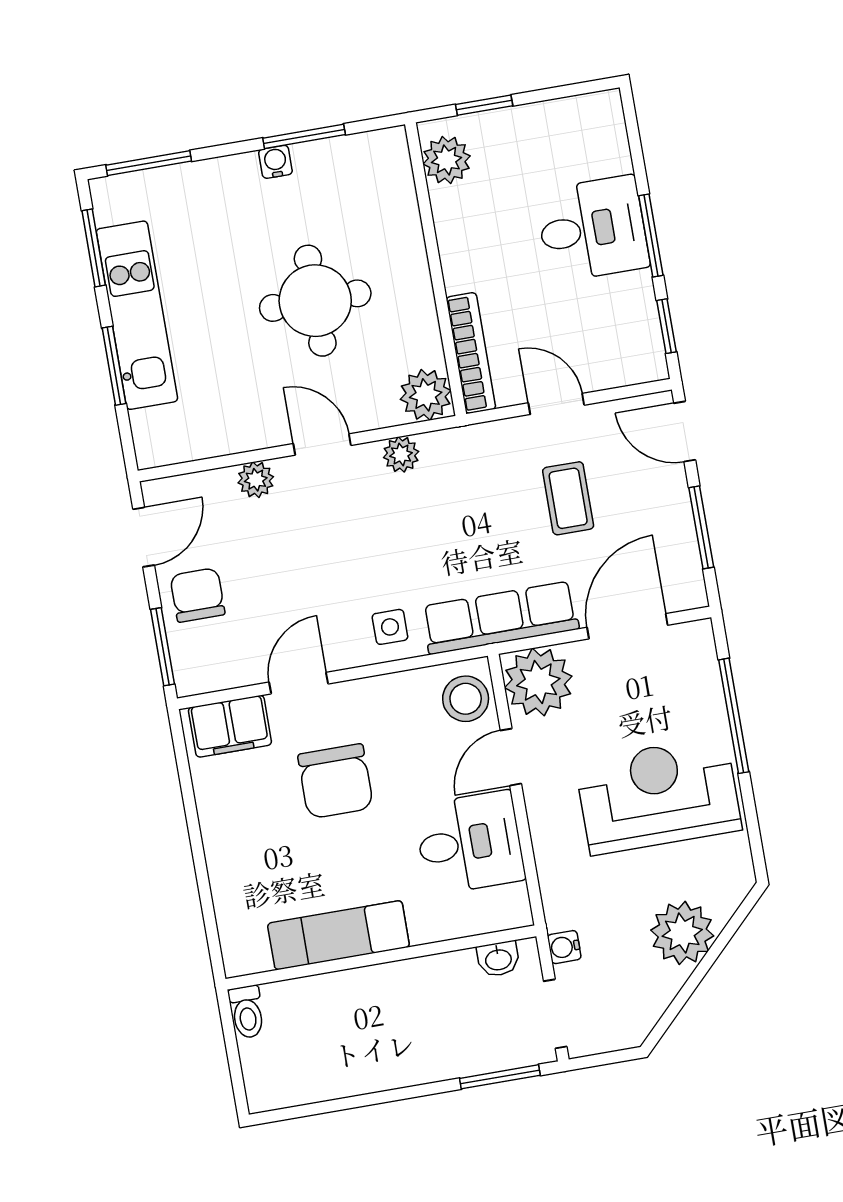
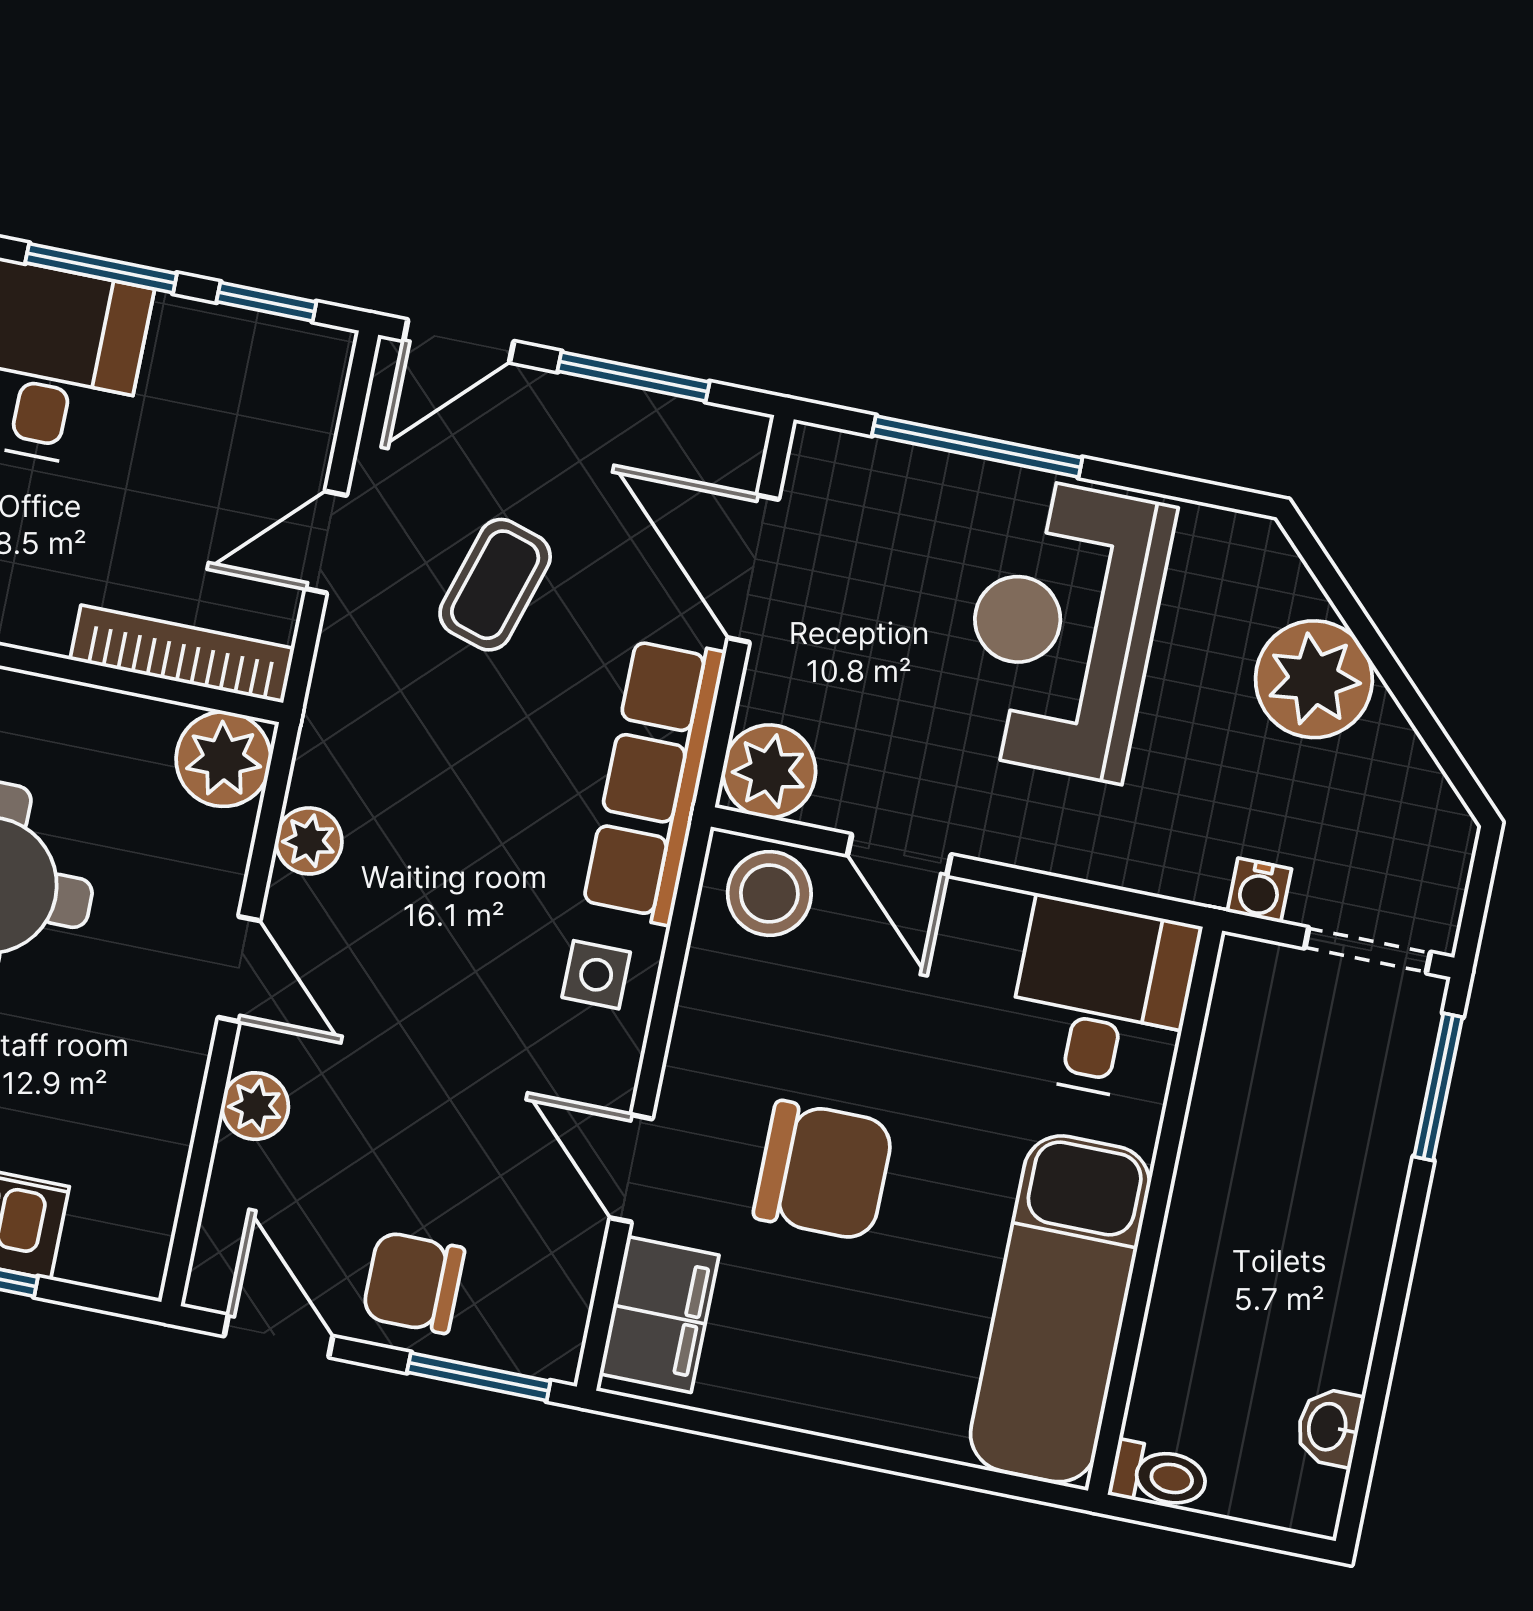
door: (322, 444) -> (239, 969), swing flipped
coffee table: (568, 498) -> (495, 585), turned -73
plant: (538, 682) -> (769, 771), width x0.73, depth x0.73
desk: (470, 843) -> (1101, 1000), moved
exam couch: (338, 935) -> (1060, 1309), width x1.36, depth x1.45
washbasin: (498, 959) -> (1329, 1427), moved, turned 180

